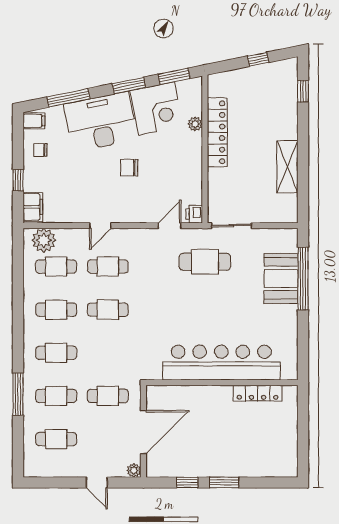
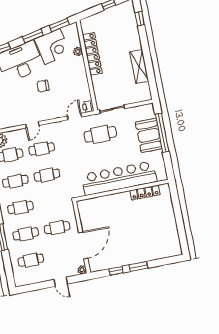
bar counter: (221, 363) -> (119, 178), moved
wall: (222, 383) -> (122, 190), moved
locker: (258, 393) -> (145, 193), moved

